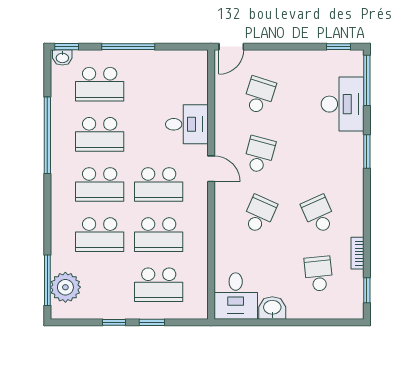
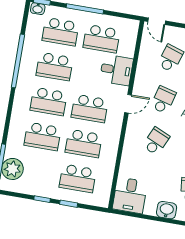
door: (231, 47) -> (157, 21), hinge flipped
school desk: (159, 84) -> (102, 39), added
door: (211, 169) -> (128, 104), hinge flipped
washbasin: (272, 308) -> (167, 210), moved

